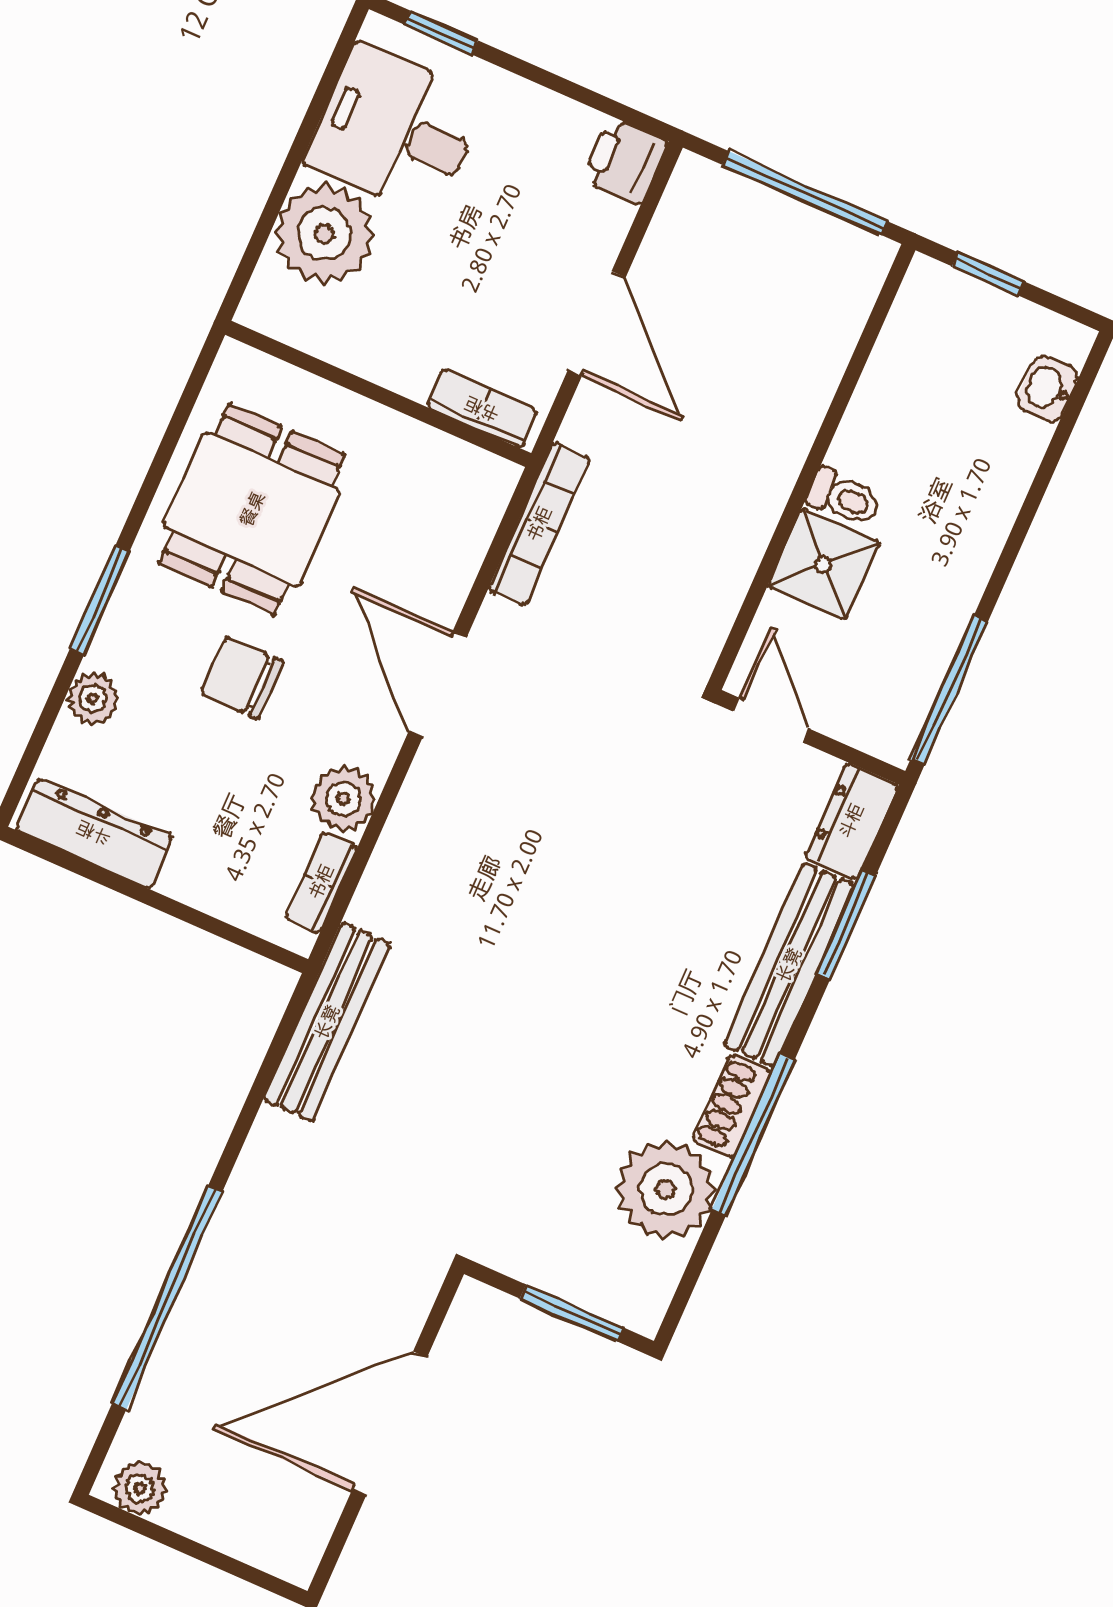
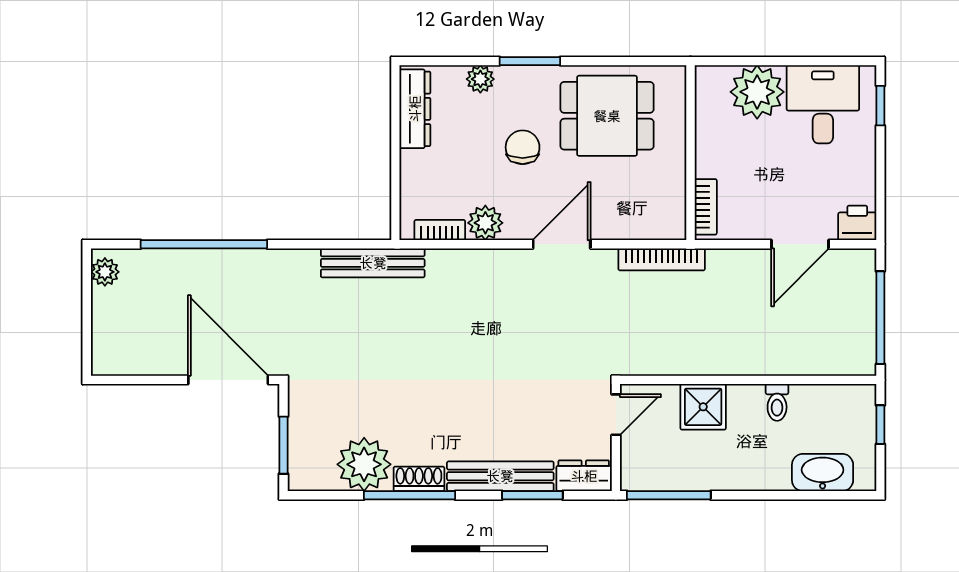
door: (597, 324) -> (800, 244), moved
washbasin: (1047, 389) -> (823, 472), width x1.91, depth x1.45
toilet: (844, 498) -> (777, 402), moved
door: (390, 1424) -> (228, 380), moved

